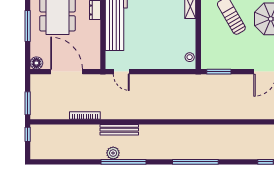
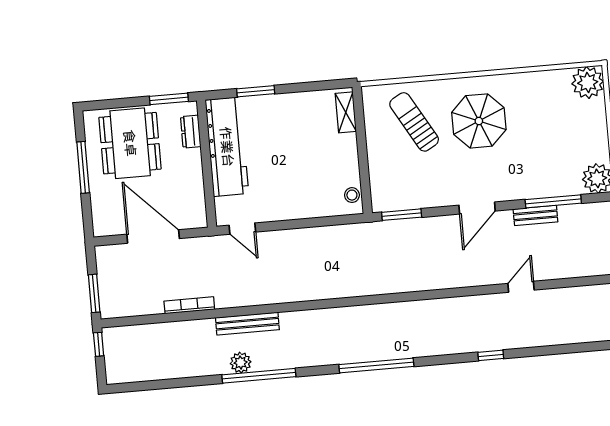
floor lamp: (36, 63) -> (103, 227), removed

